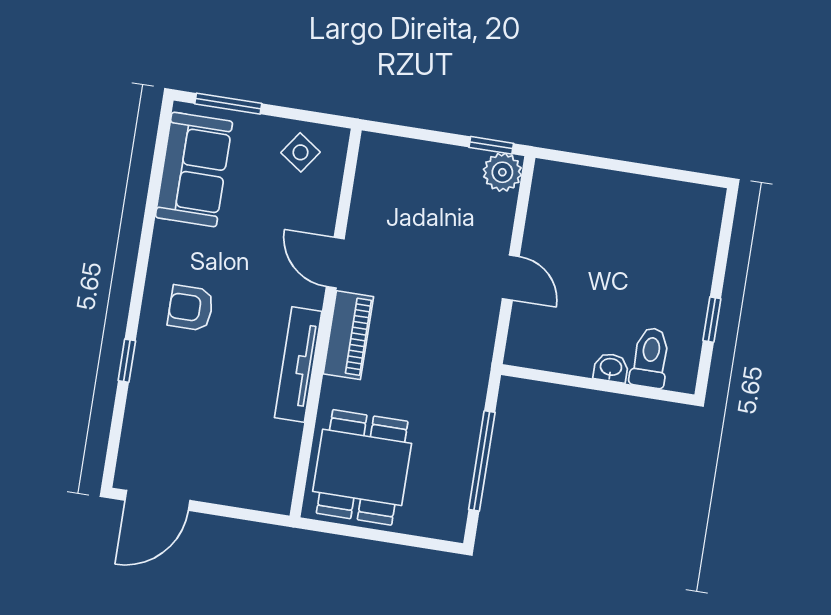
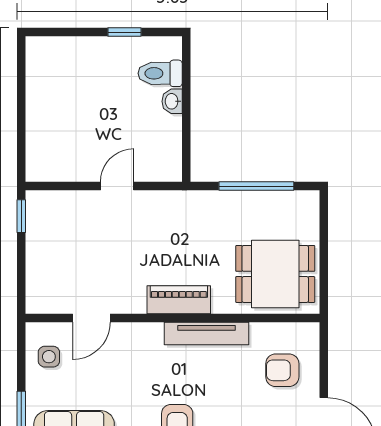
side table: (301, 152) -> (49, 357), turned -35
plant: (502, 172) -> (40, 205), removed
door: (335, 263) -> (91, 318), moved
armchair: (234, 457) -> (282, 370), added

